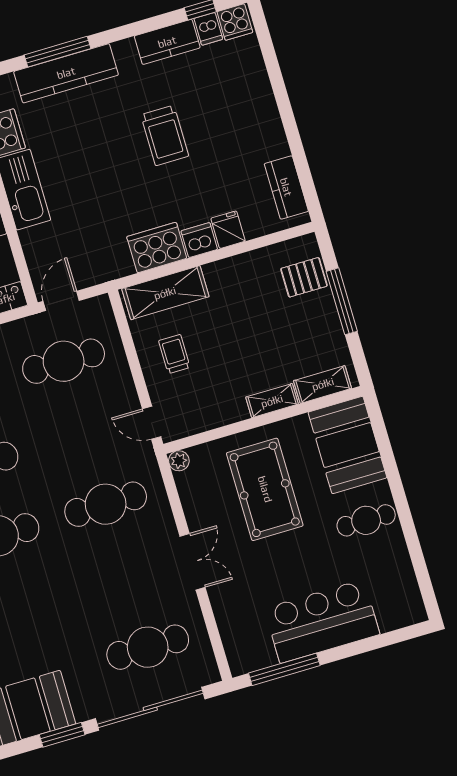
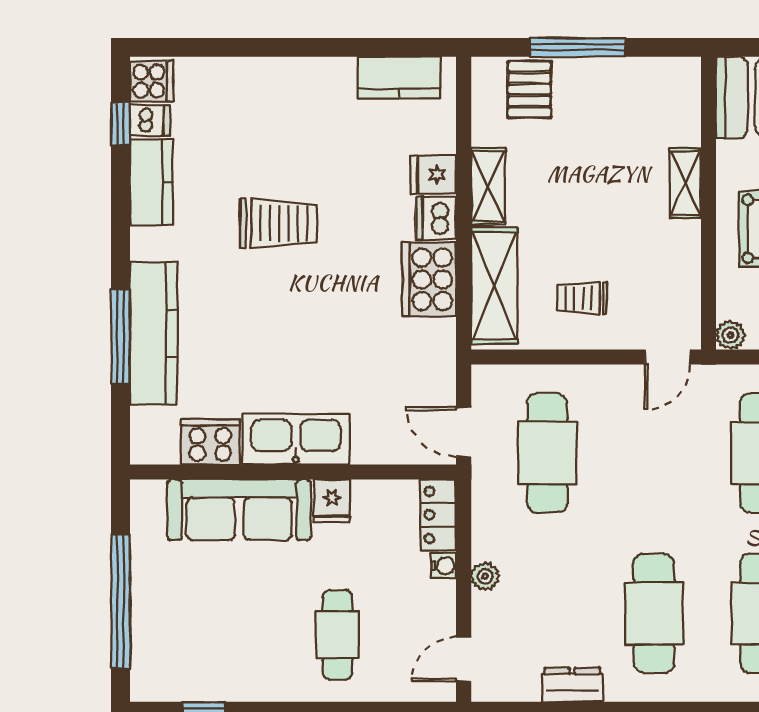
shelving: (323, 384) -> (488, 186), moved

